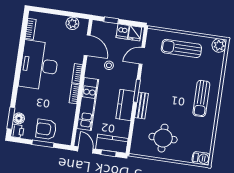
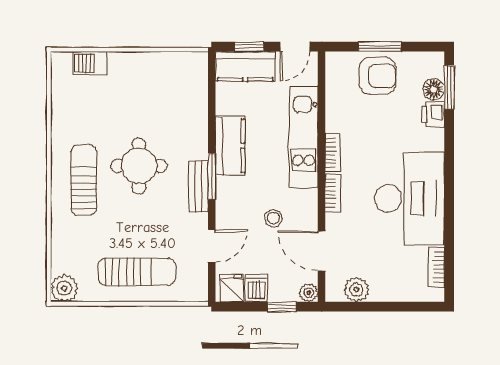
plant: (97, 25) -> (309, 293), added
bench: (142, 105) -> (198, 187), moved
printer: (17, 131) -> (433, 115), moved
round table: (163, 138) -> (139, 166), moved
door: (85, 150) -> (295, 47), hinge flipped
barbecue: (201, 158) -> (90, 63), moved

